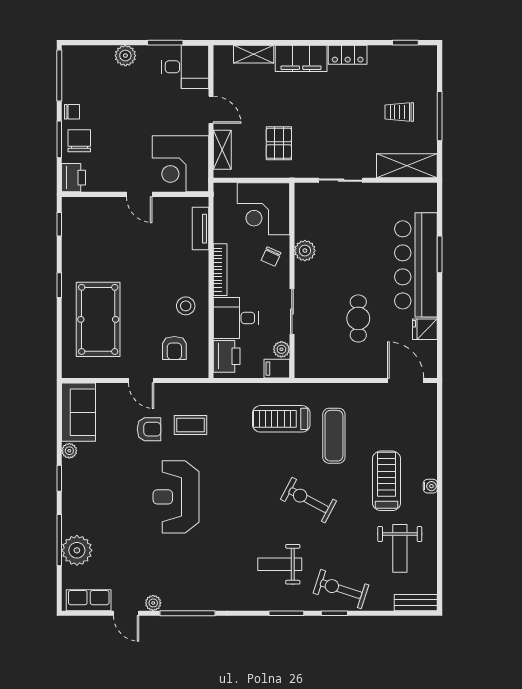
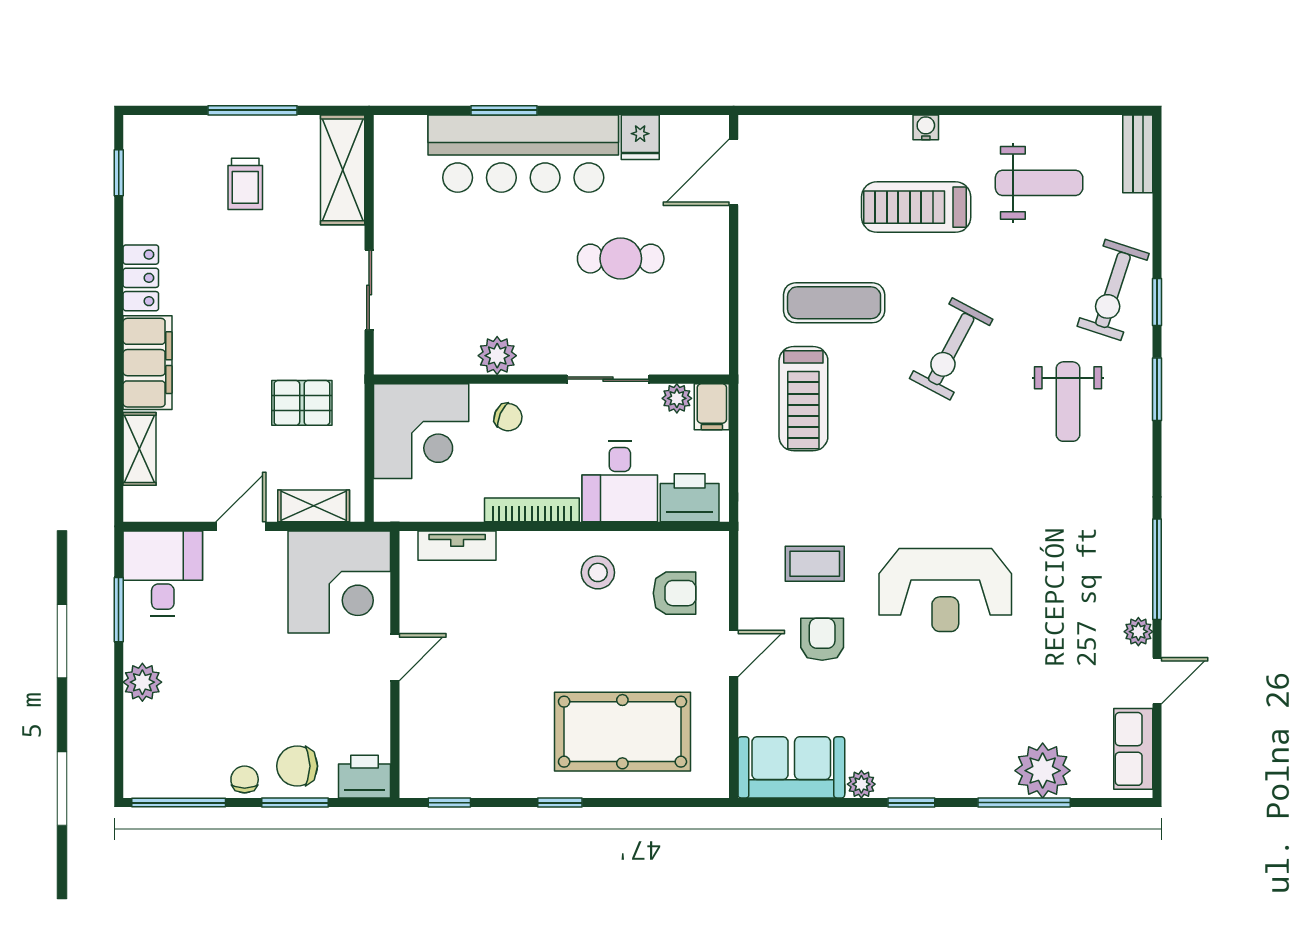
coffee table: (190, 425) -> (815, 564), turned 90

